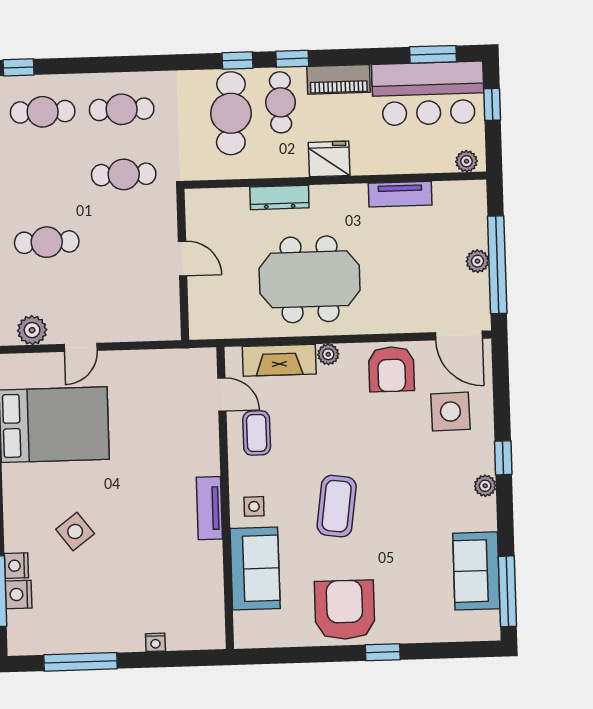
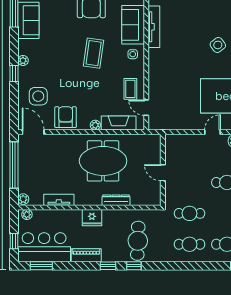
cafe table: (281, 102) -> (114, 245), removed
plant: (477, 261) -> (23, 199), moved
tv unit: (209, 508) -> (154, 27), moved, width x1.41

